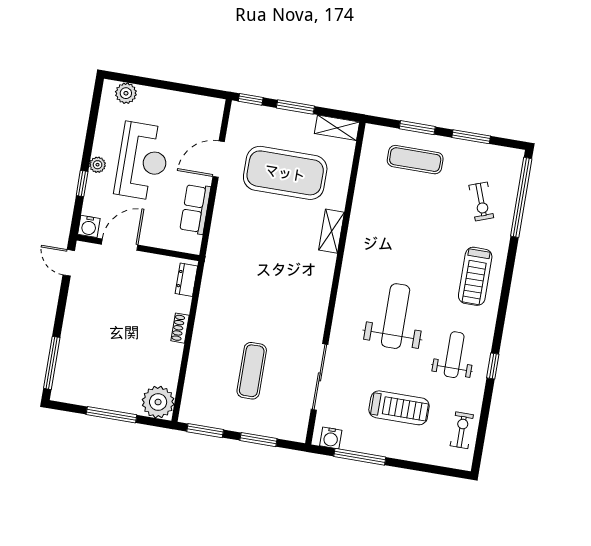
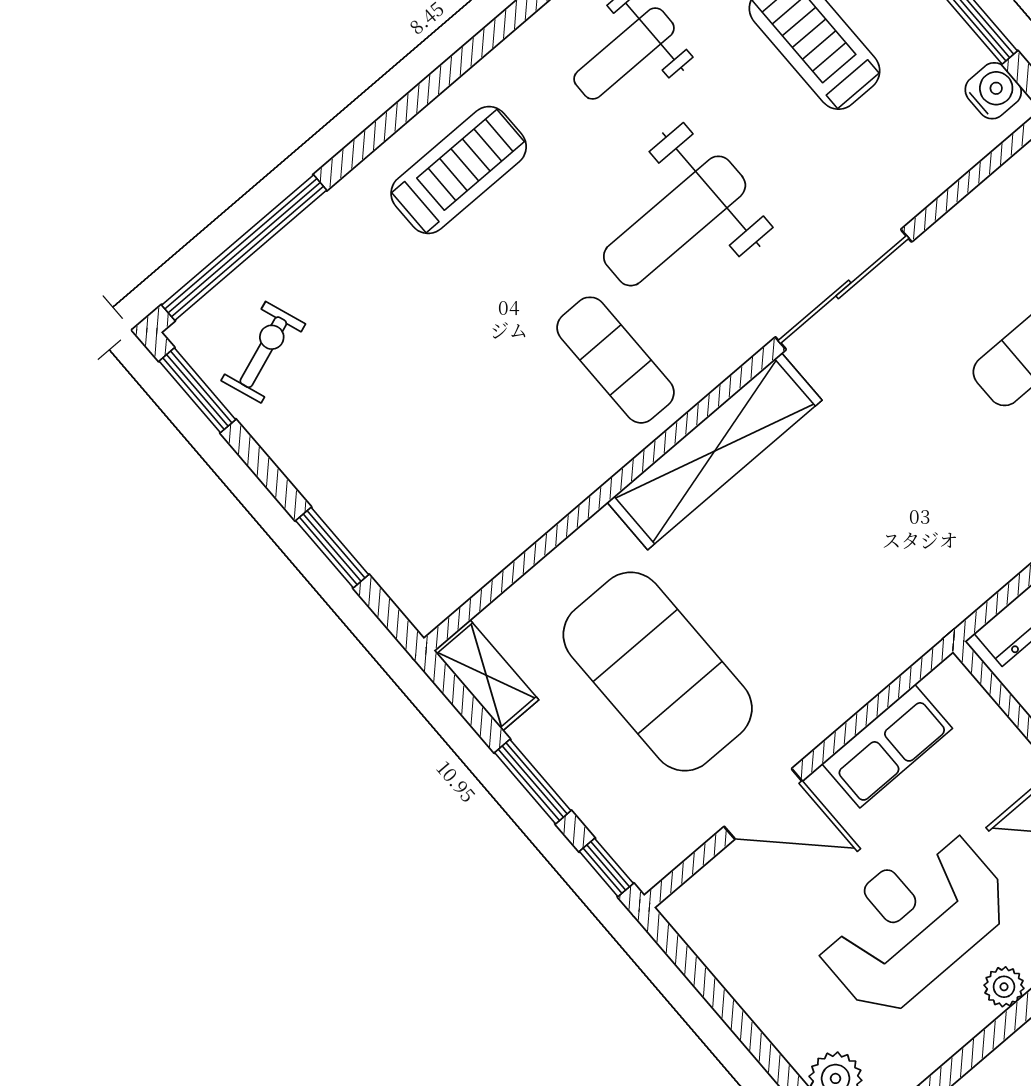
window: (471, 137) -> (197, 390), moved
exercise mat: (415, 160) -> (616, 360), moved
exercise bike: (481, 201) -> (263, 352), moved
shelving: (331, 231) -> (715, 451), width x2.20, depth x1.33
sliding door: (319, 377) -> (843, 289), moved

